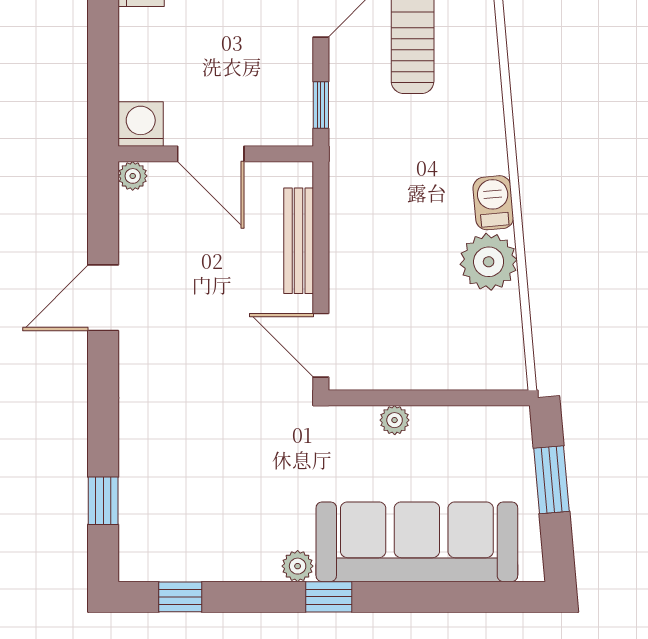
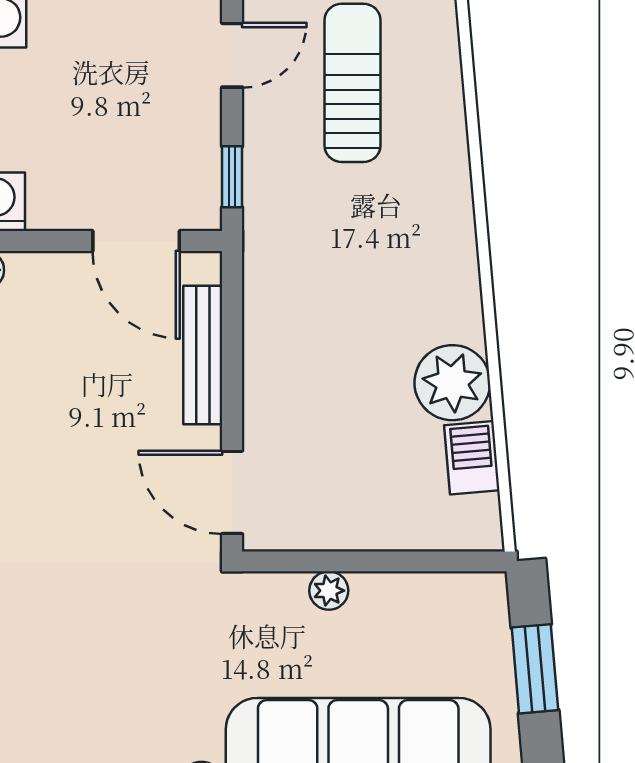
door: (211, 154) -> (136, 241), moved
barbecue: (493, 203) -> (472, 458), moved

